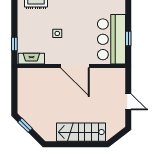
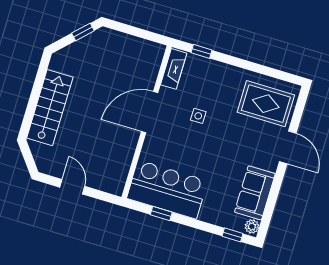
door: (75, 66) -> (150, 112), moved
door: (128, 102) -> (72, 187), swing flipped

